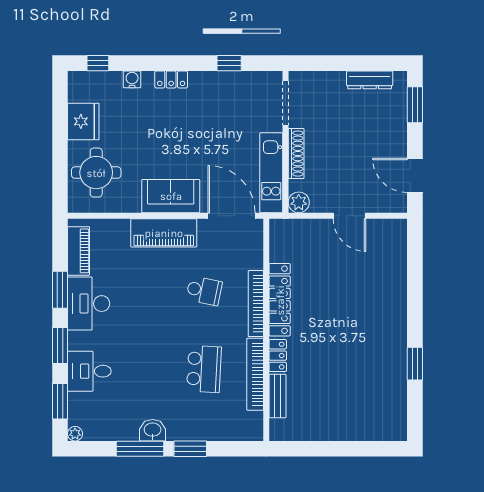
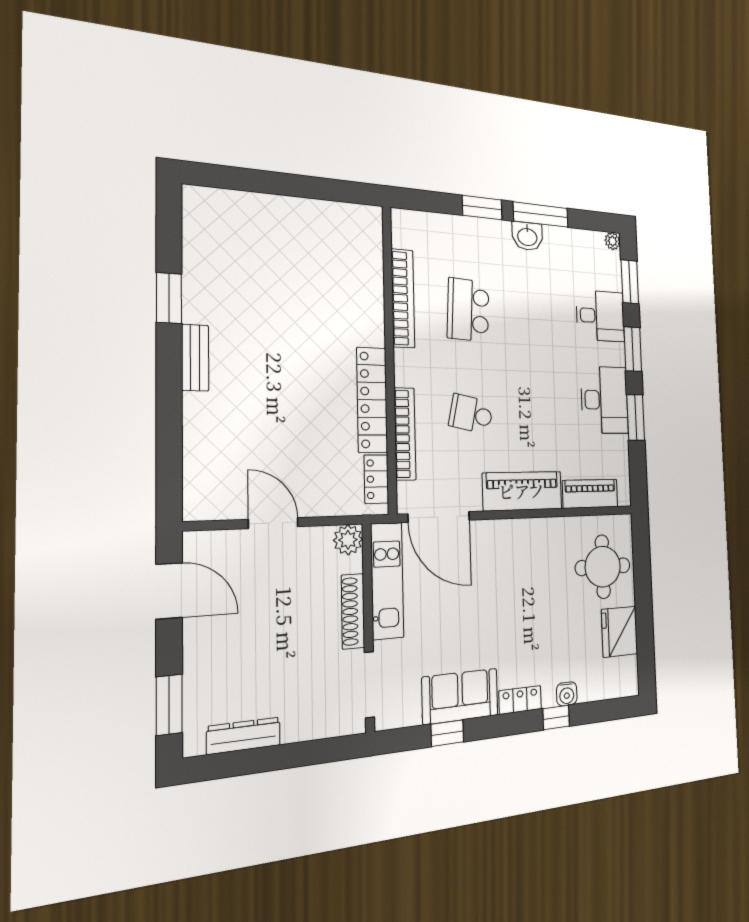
window: (98, 63) -> (556, 717), moved
sofa: (171, 196) -> (460, 696), moved, turned 180
piano: (79, 251) -> (590, 494), moved, turned 90
bookcase: (256, 304) -> (405, 434), moved
locker: (278, 356) -> (376, 479), moved
bench: (277, 396) -> (195, 358), moved

